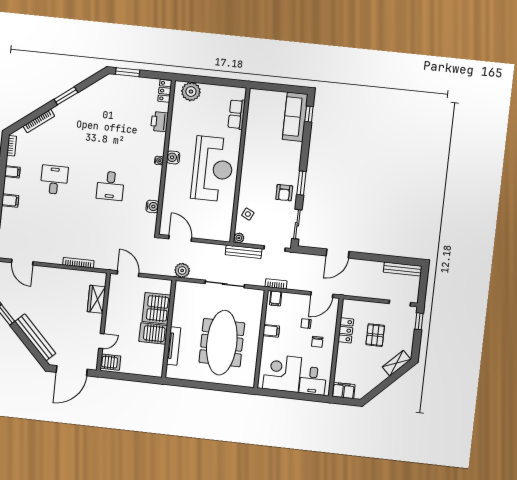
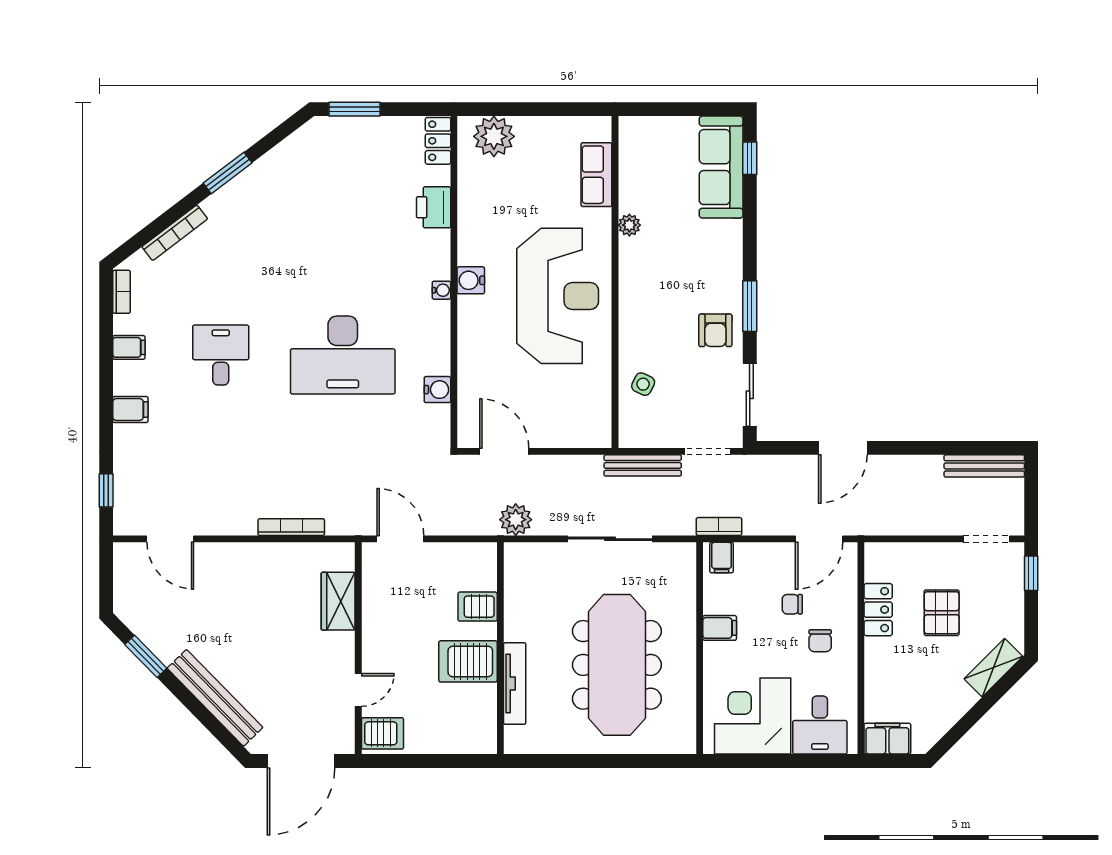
desk: (110, 186) -> (343, 355), width x1.87, depth x1.30
plant: (239, 238) -> (629, 225), moved
server rack: (156, 308) -> (478, 607), width x0.46, depth x0.70

